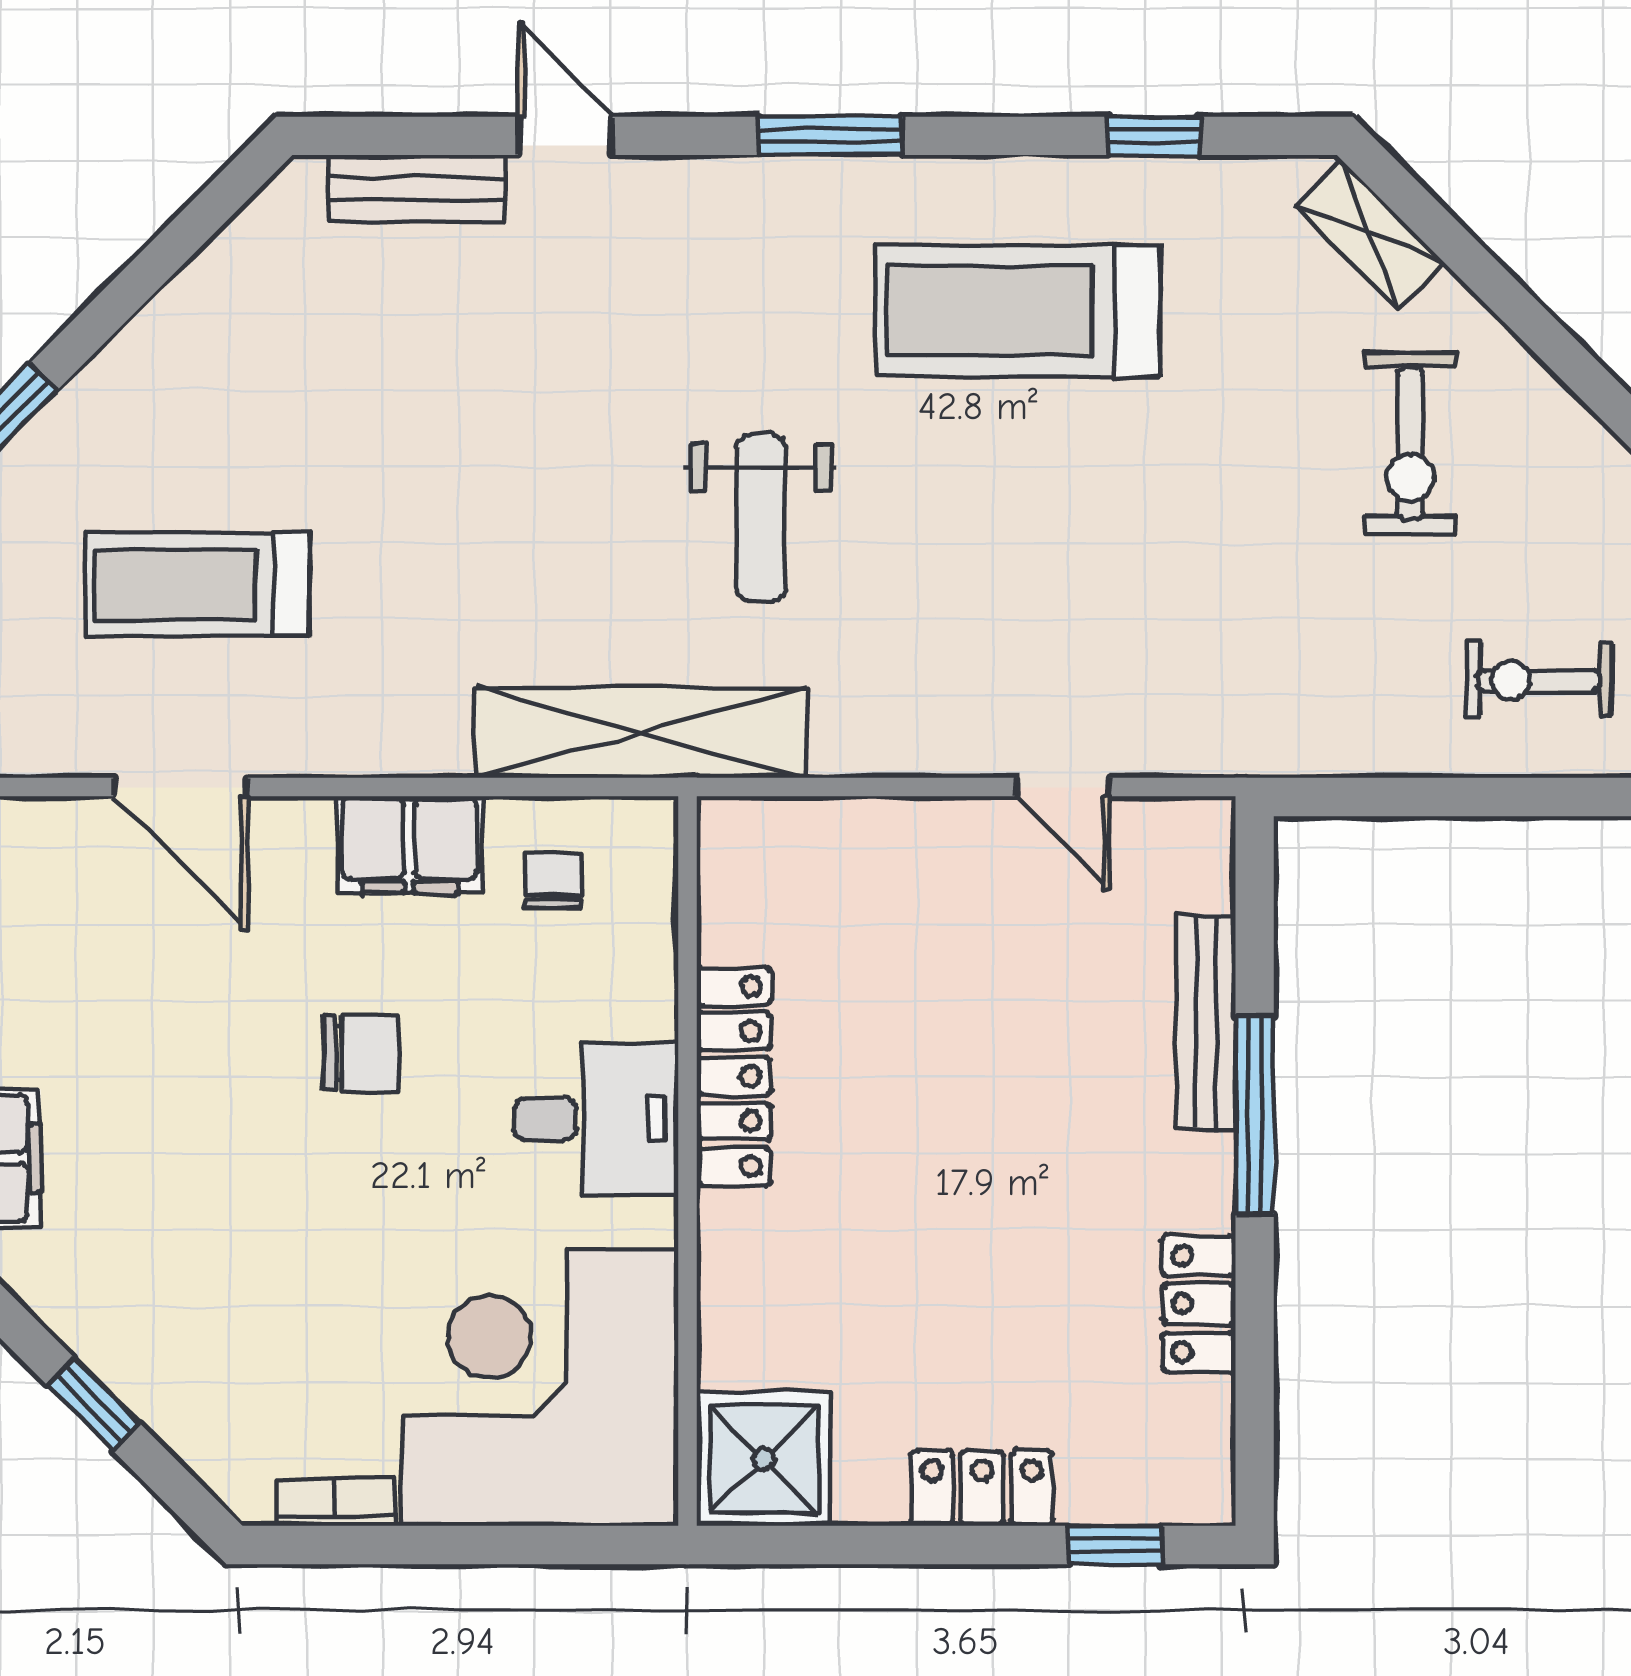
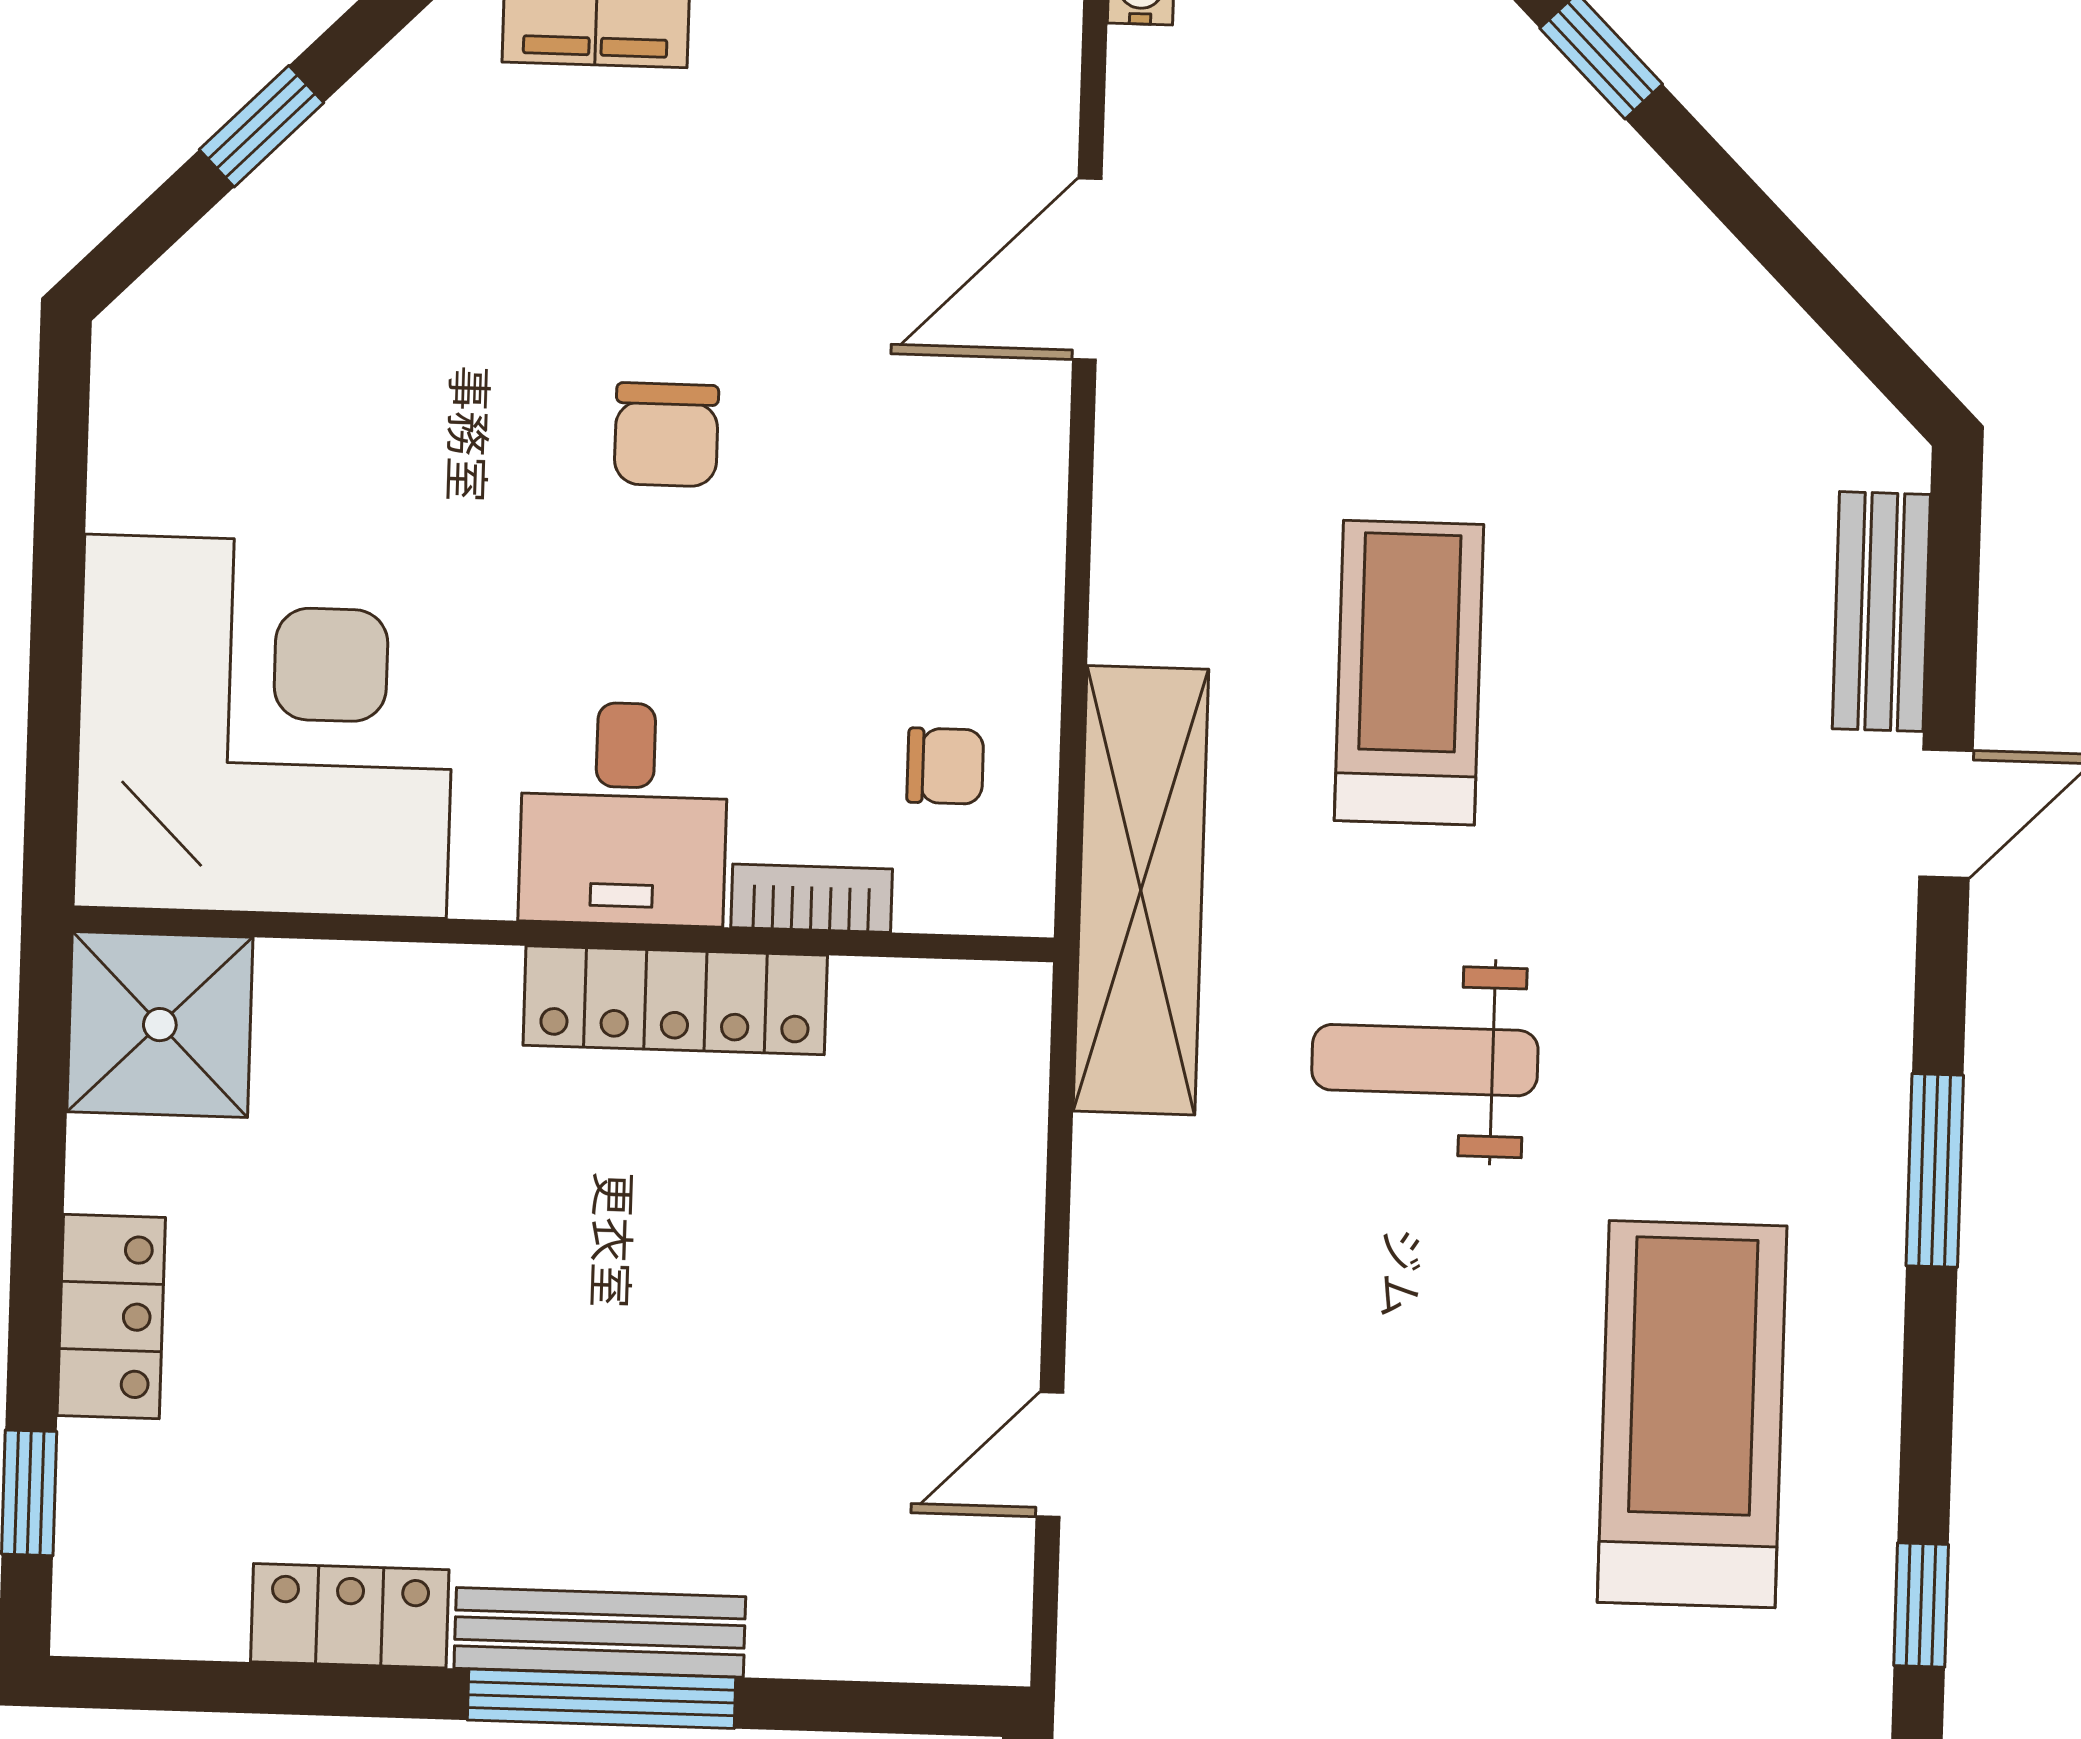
treadmill: (198, 585) -> (1409, 673), moved
filing cabinet: (409, 845) -> (1000, 574), removed
bench: (1205, 1022) -> (600, 1632), moved
chair: (361, 1052) -> (666, 435), moved
bookcase: (335, 1502) -> (812, 898), moved, turned -90

